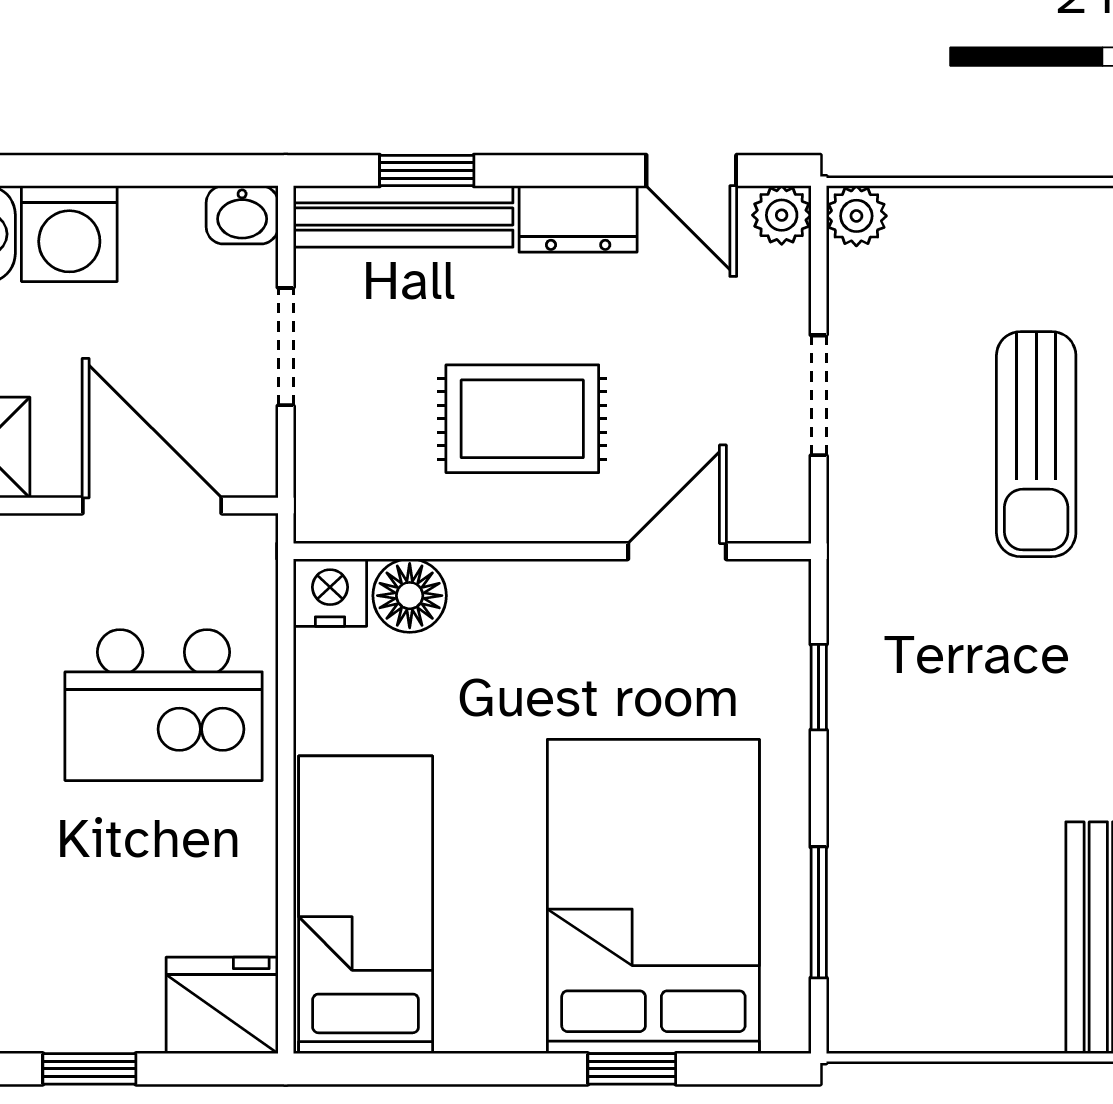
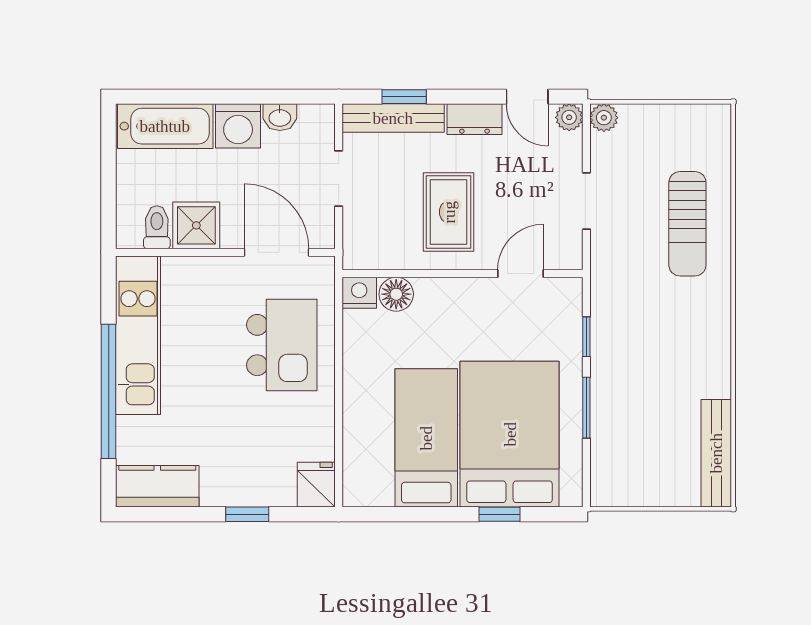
washbasin: (242, 215) -> (280, 117), moved
rug: (522, 419) -> (449, 212), turned 90
kitchen island: (164, 705) -> (282, 345), turned -90
bed: (366, 905) -> (426, 438), moved
window: (819, 912) -> (586, 408), moved
fridge: (222, 1005) -> (316, 485), width x0.72

